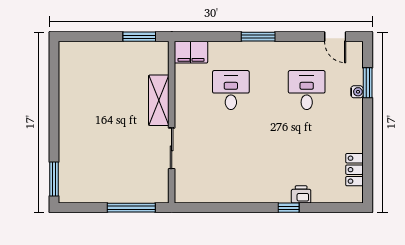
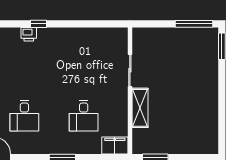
window: (131, 208) -> (194, 24), moved

